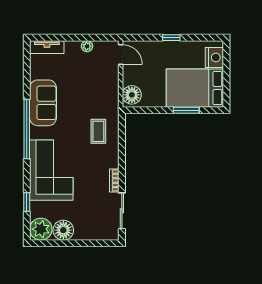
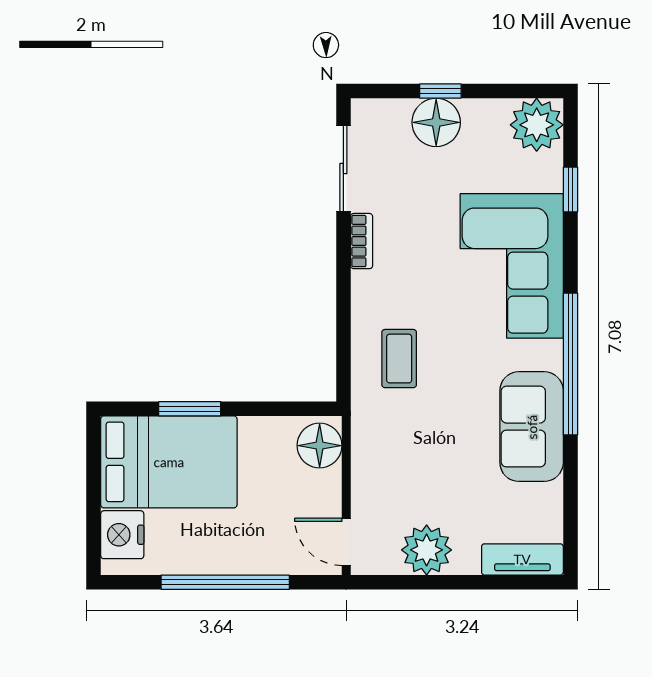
window: (171, 38) -> (225, 582), width x3.17
plant: (87, 46) -> (427, 550), width x1.88, depth x1.88
floor lamp: (63, 230) -> (436, 122), moved
window: (81, 243) -> (440, 91), added

